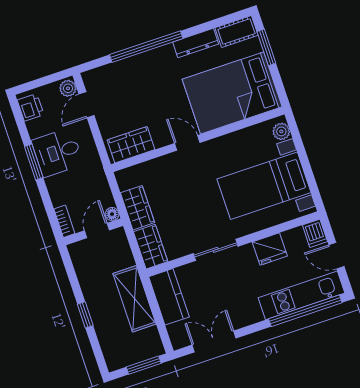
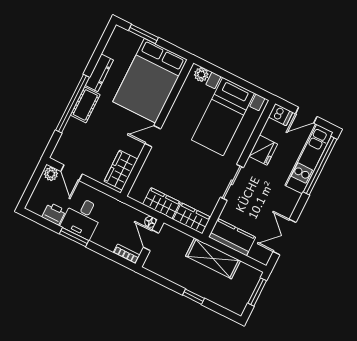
cot: (236, 31) -> (85, 105), moved
printer: (31, 107) -> (54, 214), moved

